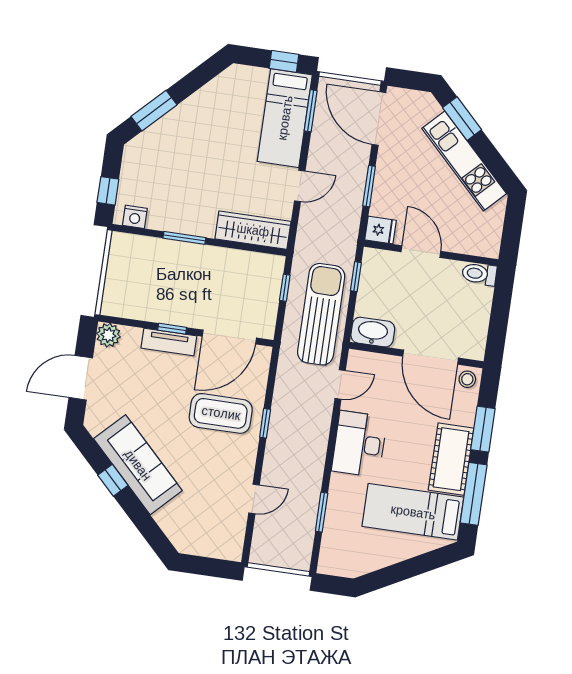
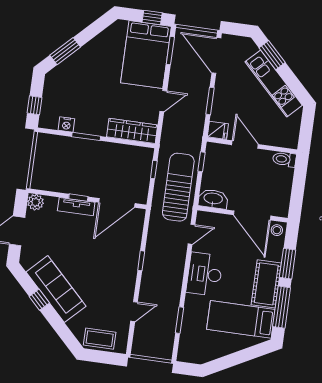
bed: (285, 118) -> (146, 55), width x1.50
nightstand: (135, 217) -> (66, 124), moved
coffee table: (221, 413) -> (100, 339), moved, width x0.73, depth x0.76

